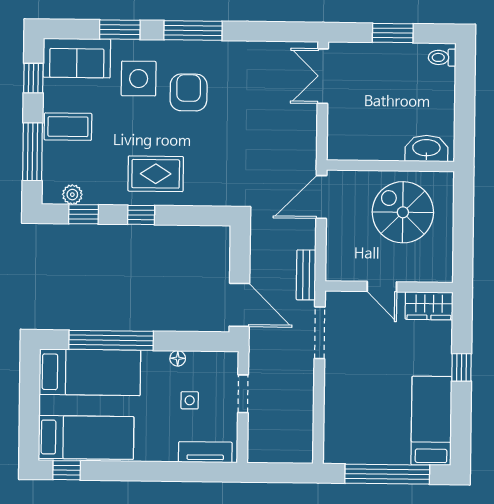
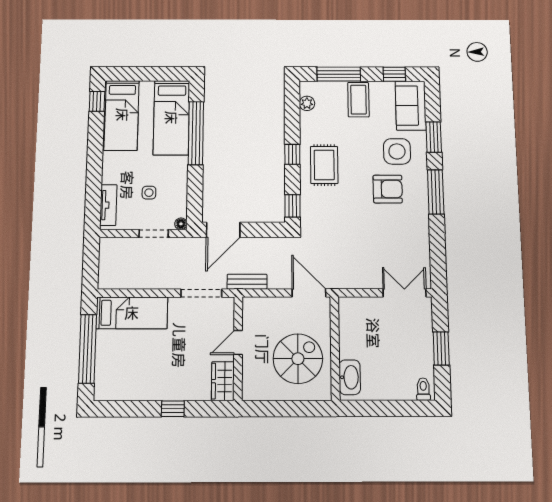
window: (84, 214) -> (293, 206), moved
floor lamp: (178, 358) -> (181, 224), moved
bed: (431, 421) -> (132, 313), moved

